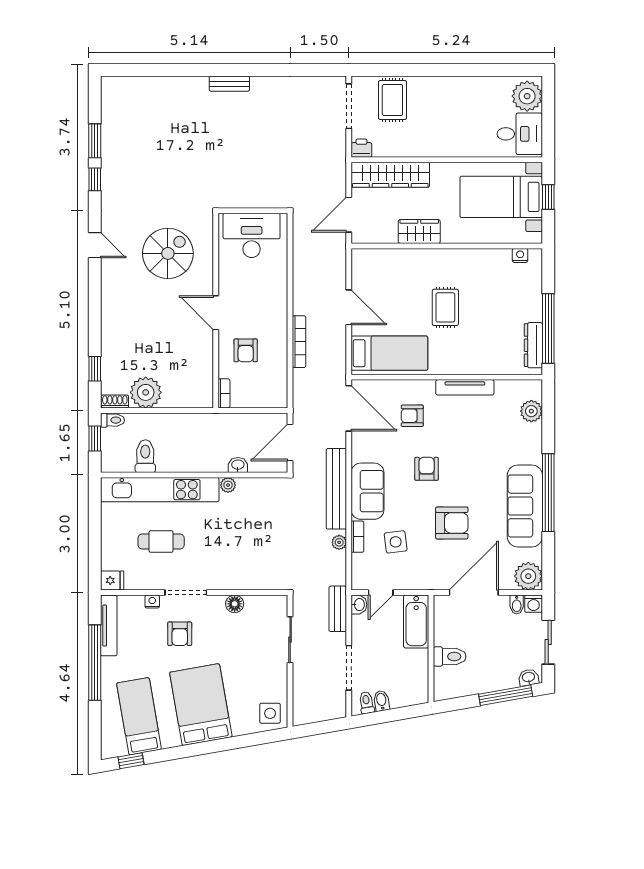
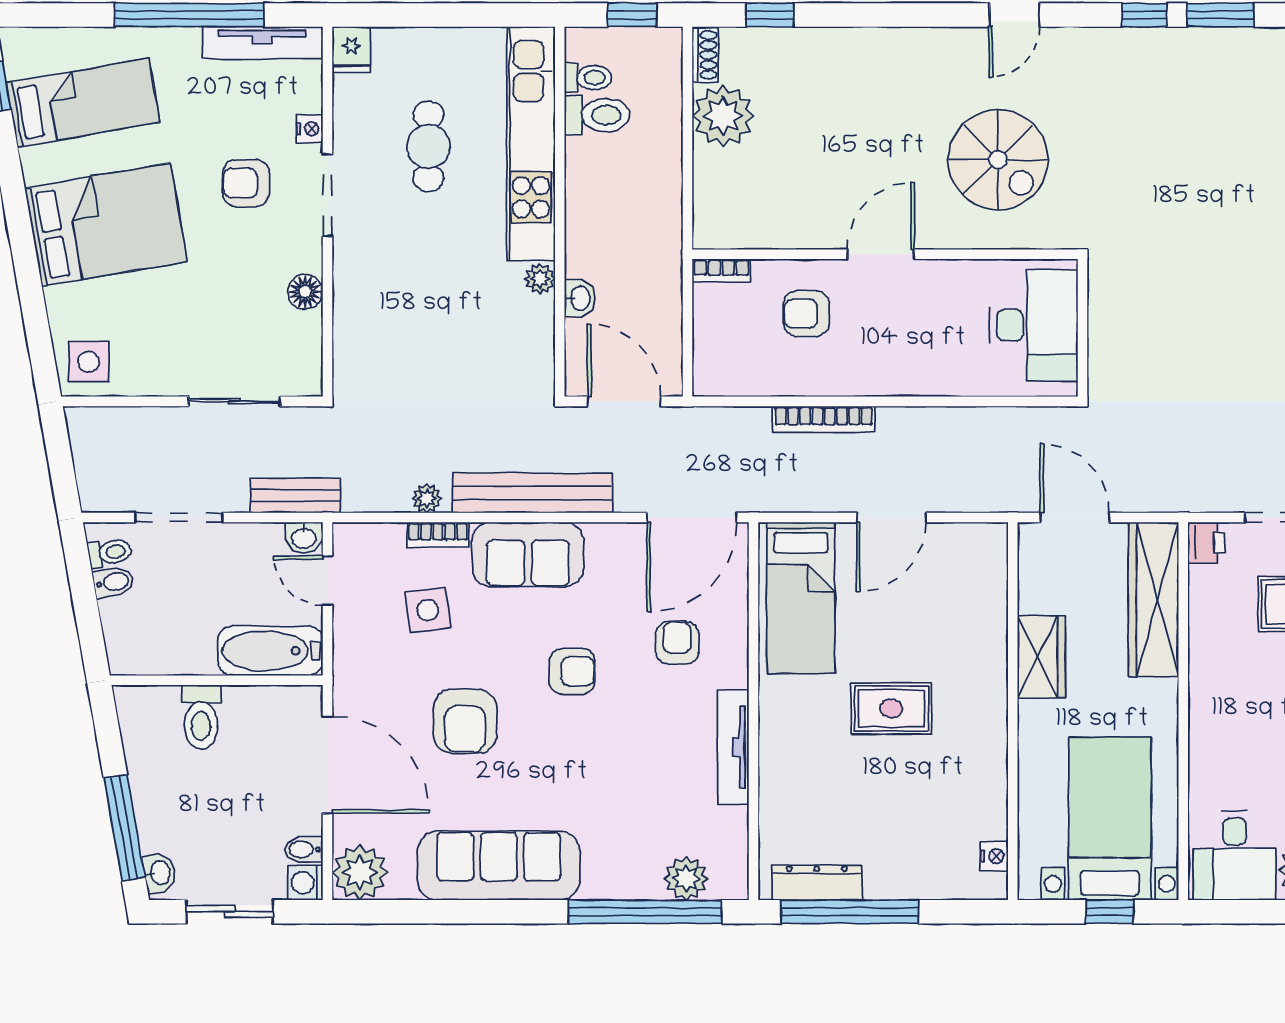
toilet: (112, 420) -> (588, 78), moved, turned -90
window: (548, 493) -> (645, 912), moved

